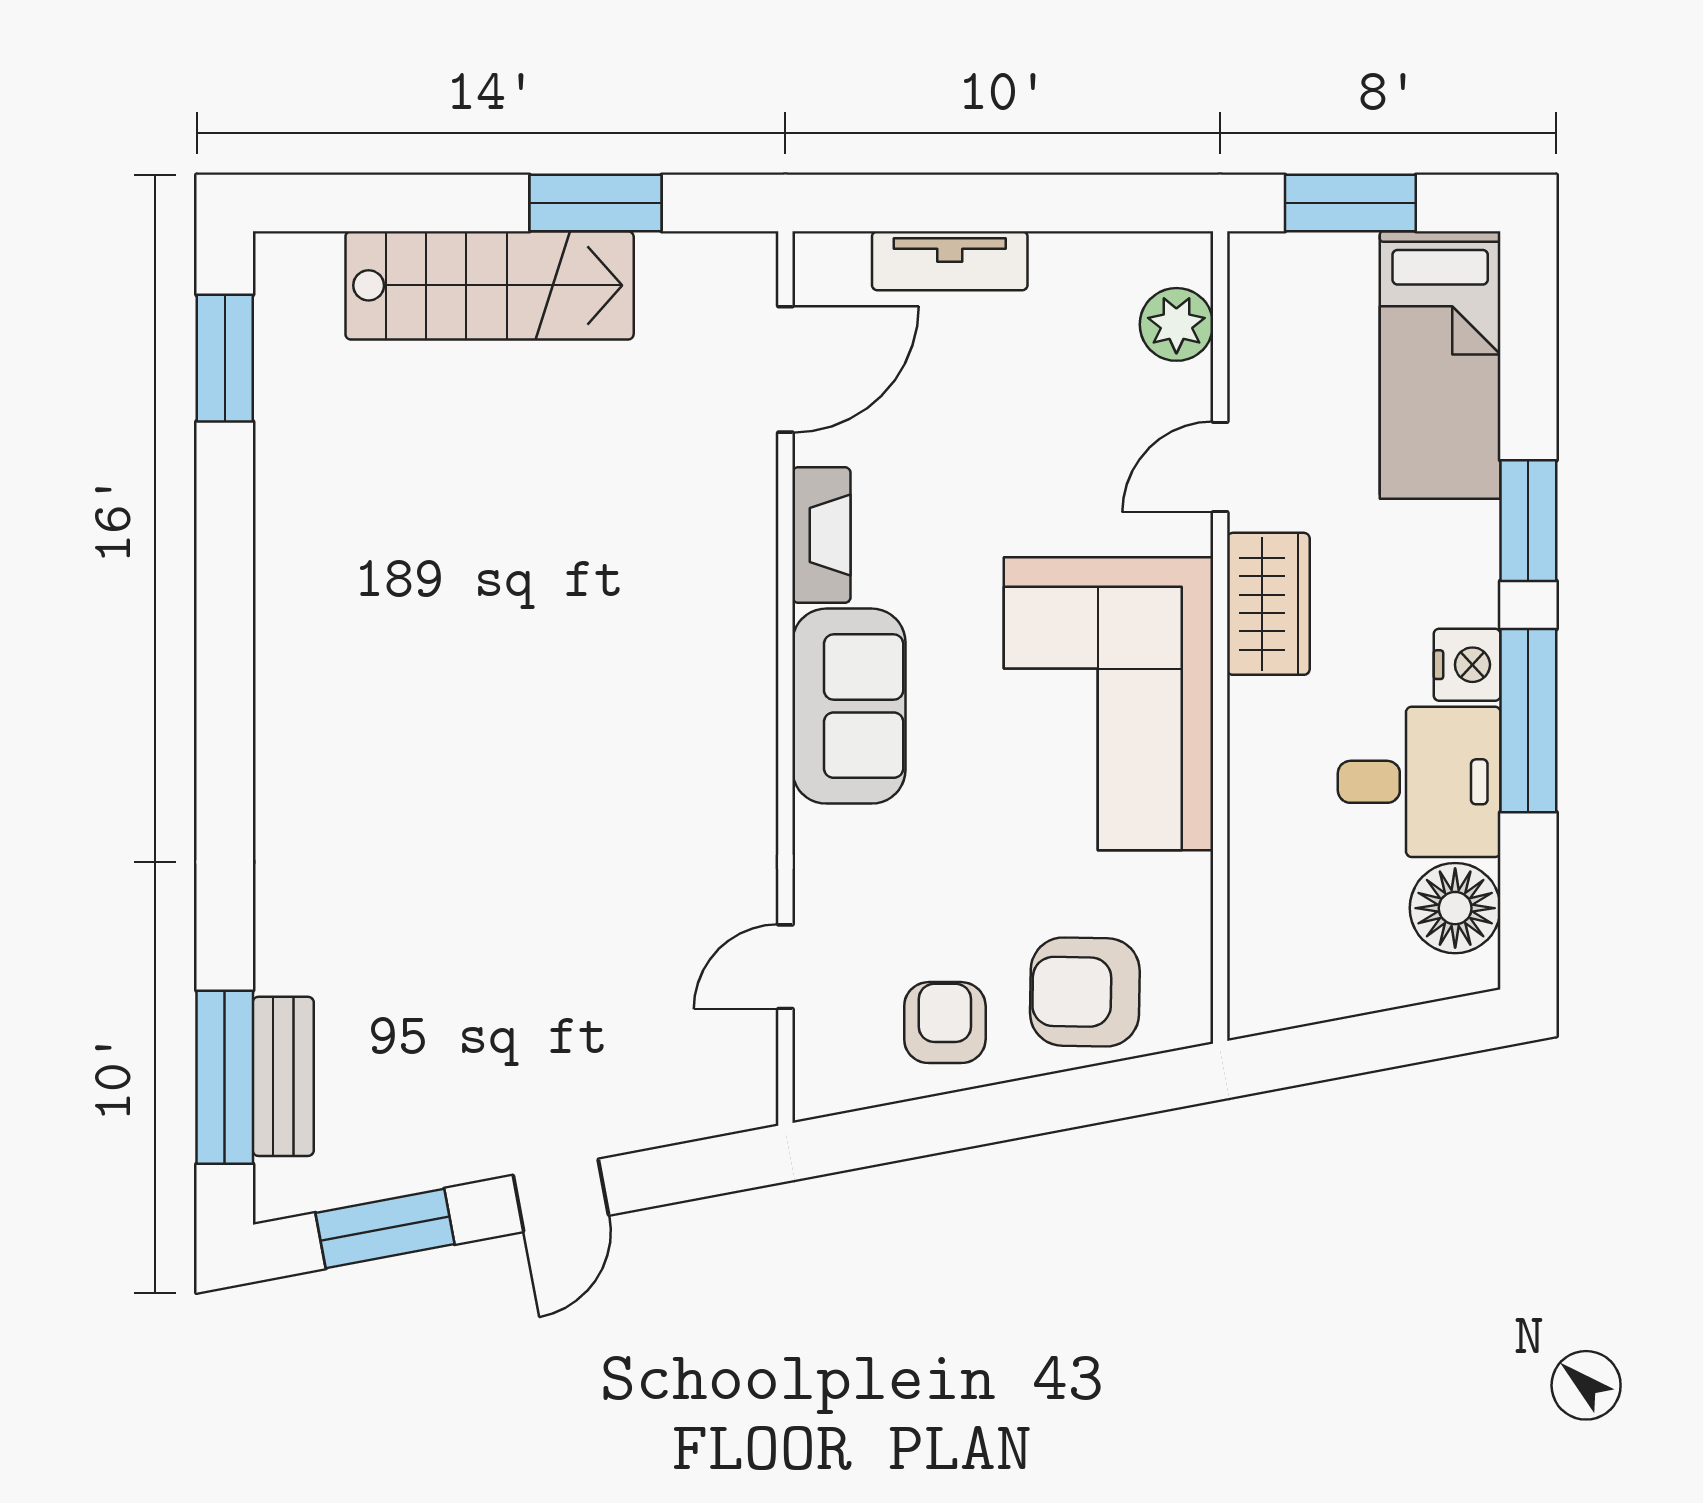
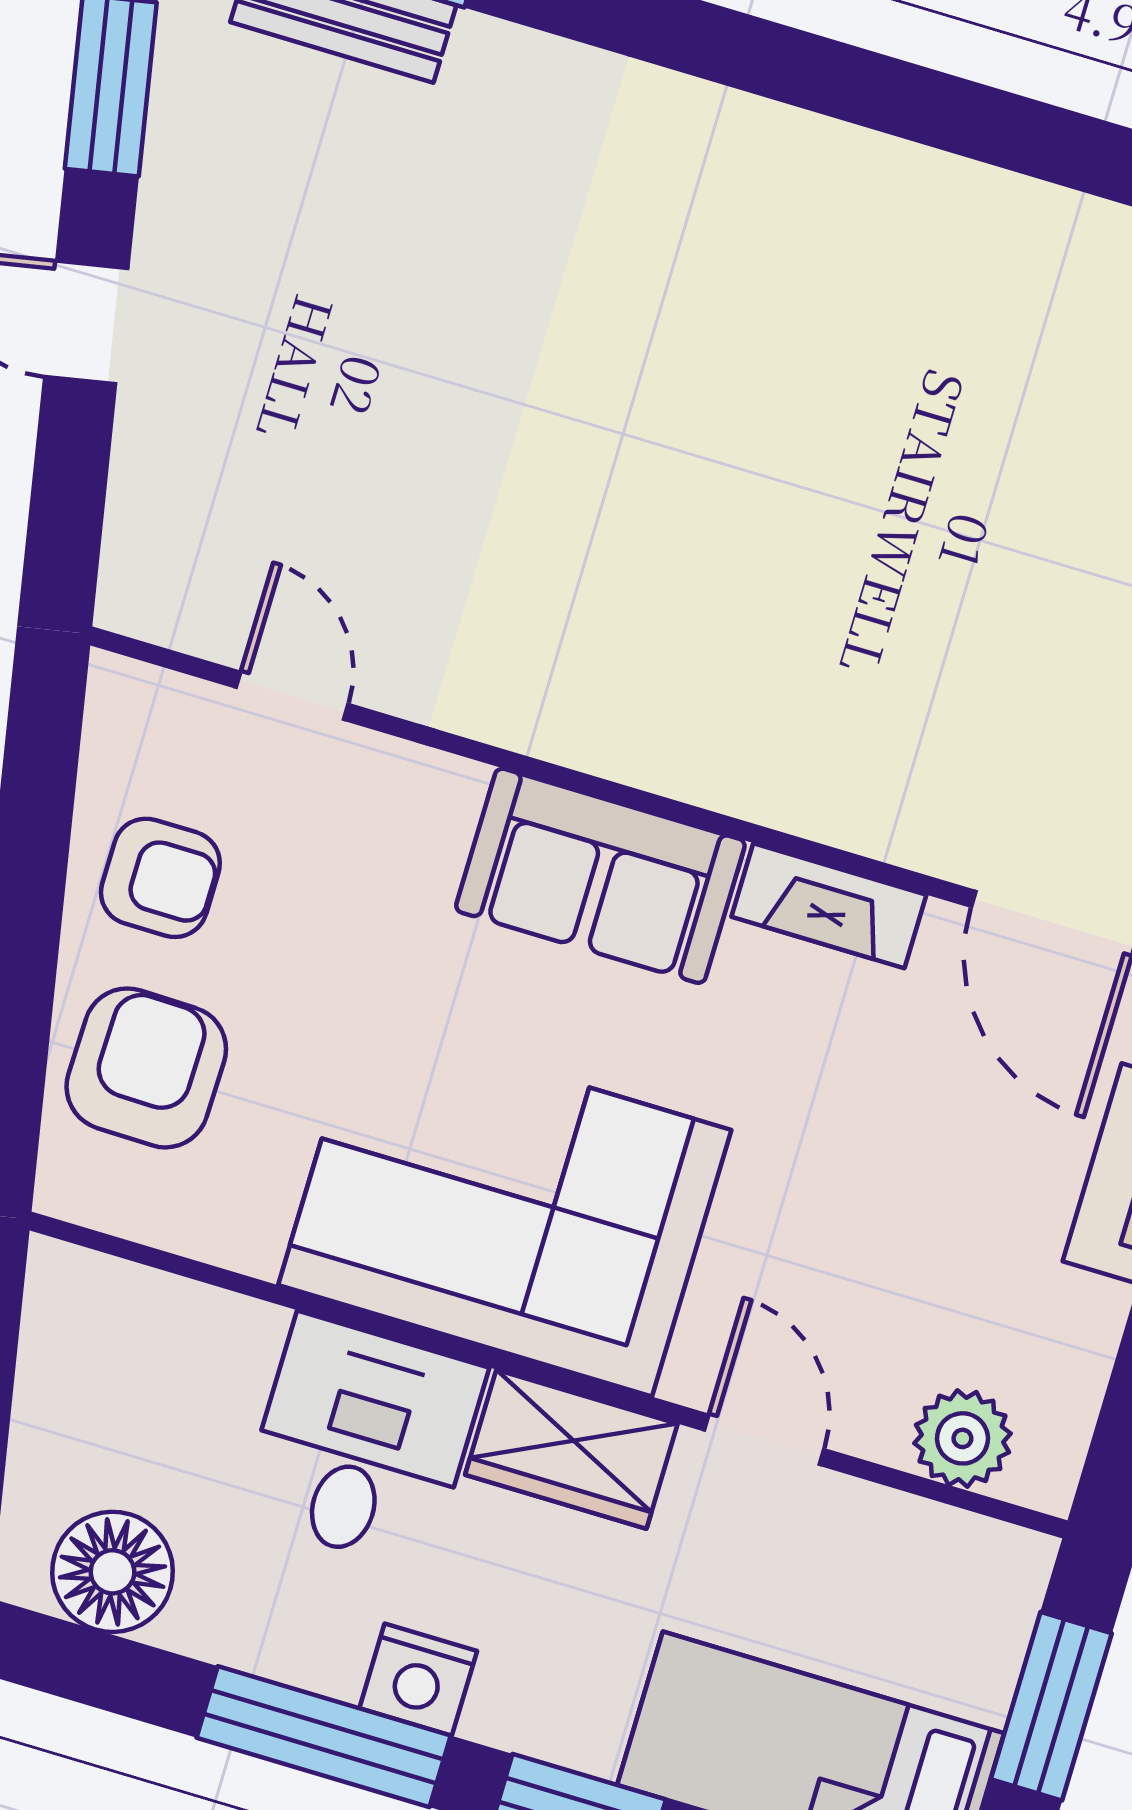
desk: (1419, 782) -> (362, 1443), moved, turned 180

